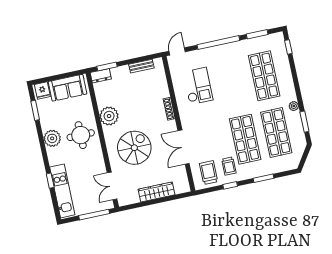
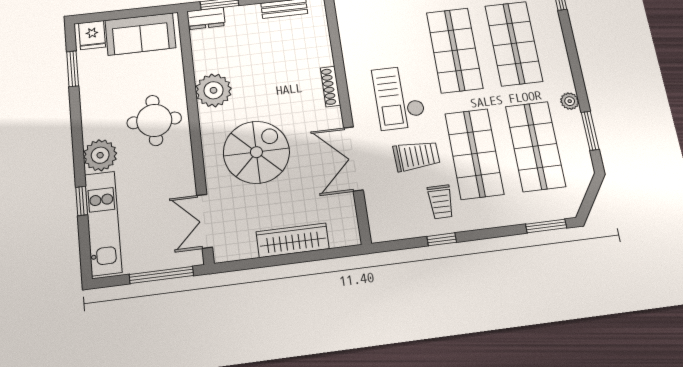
shop shelf: (233, 82) -> (455, 50), added
checkout: (198, 86) -> (399, 98), moved, turned 180
plant: (52, 138) -> (100, 155), moved
trolley: (209, 173) -> (416, 156), moved, turned 88
window: (263, 178) -> (546, 226), moved

